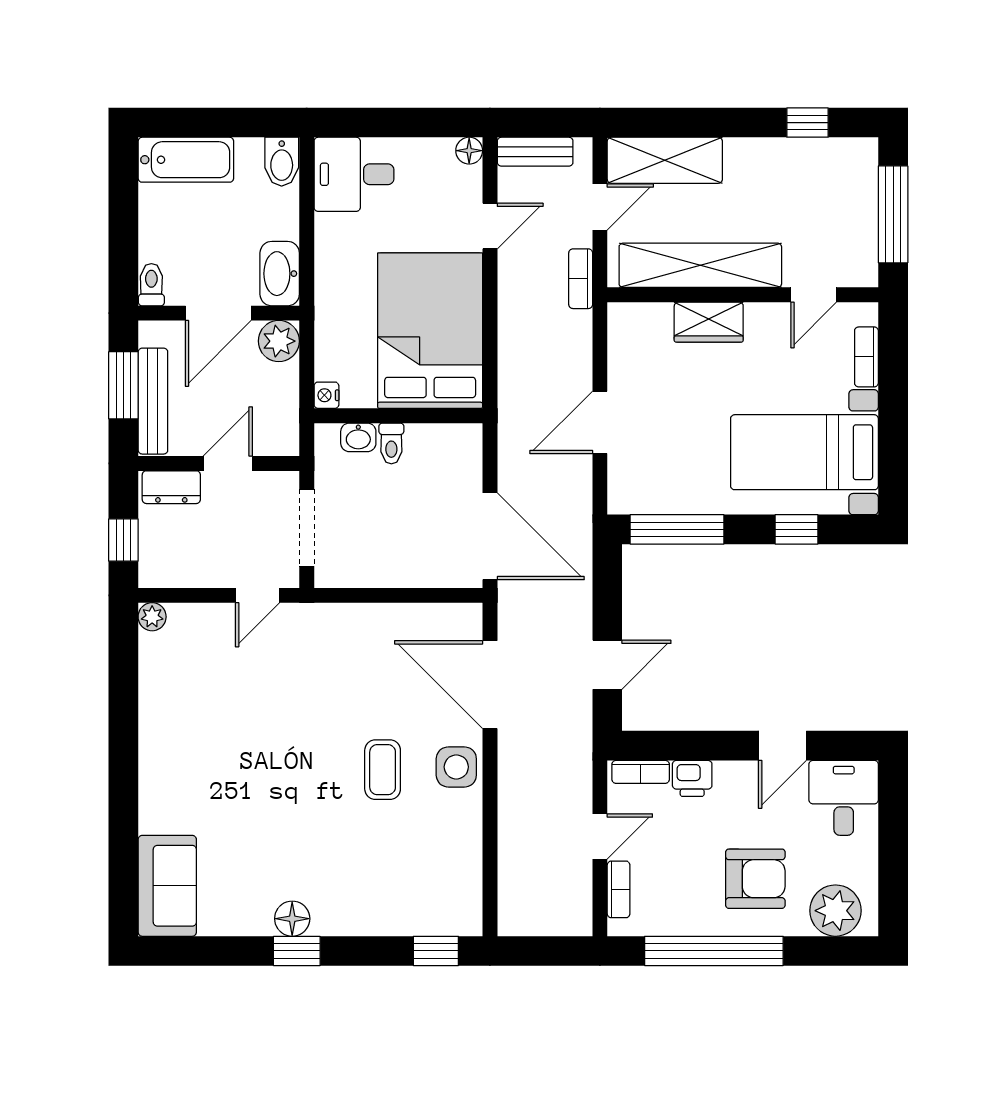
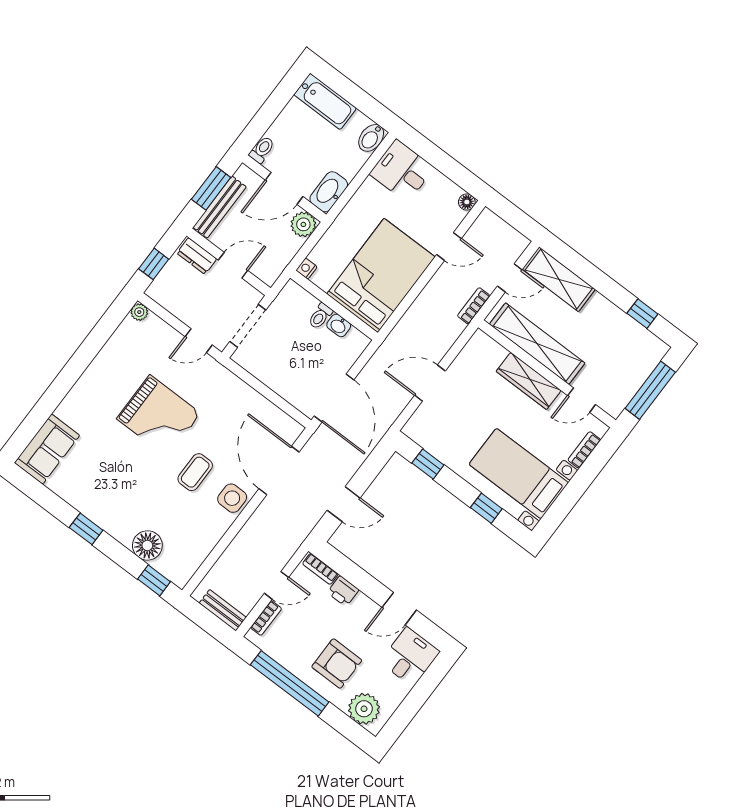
bench: (535, 152) -> (223, 610), moved
wardrobe: (709, 322) -> (529, 381), width x1.50
washbasin: (358, 437) -> (339, 325), moved
window: (677, 529) -> (428, 464), width x0.46
grand piano: (280, 733) -> (159, 416), added
floor lamp: (292, 919) -> (147, 545), moved, width x1.38, depth x1.38

